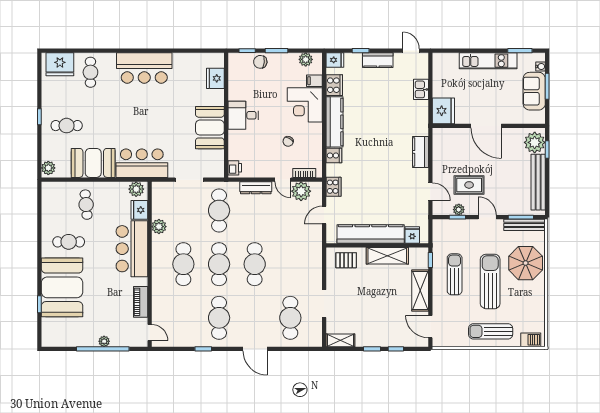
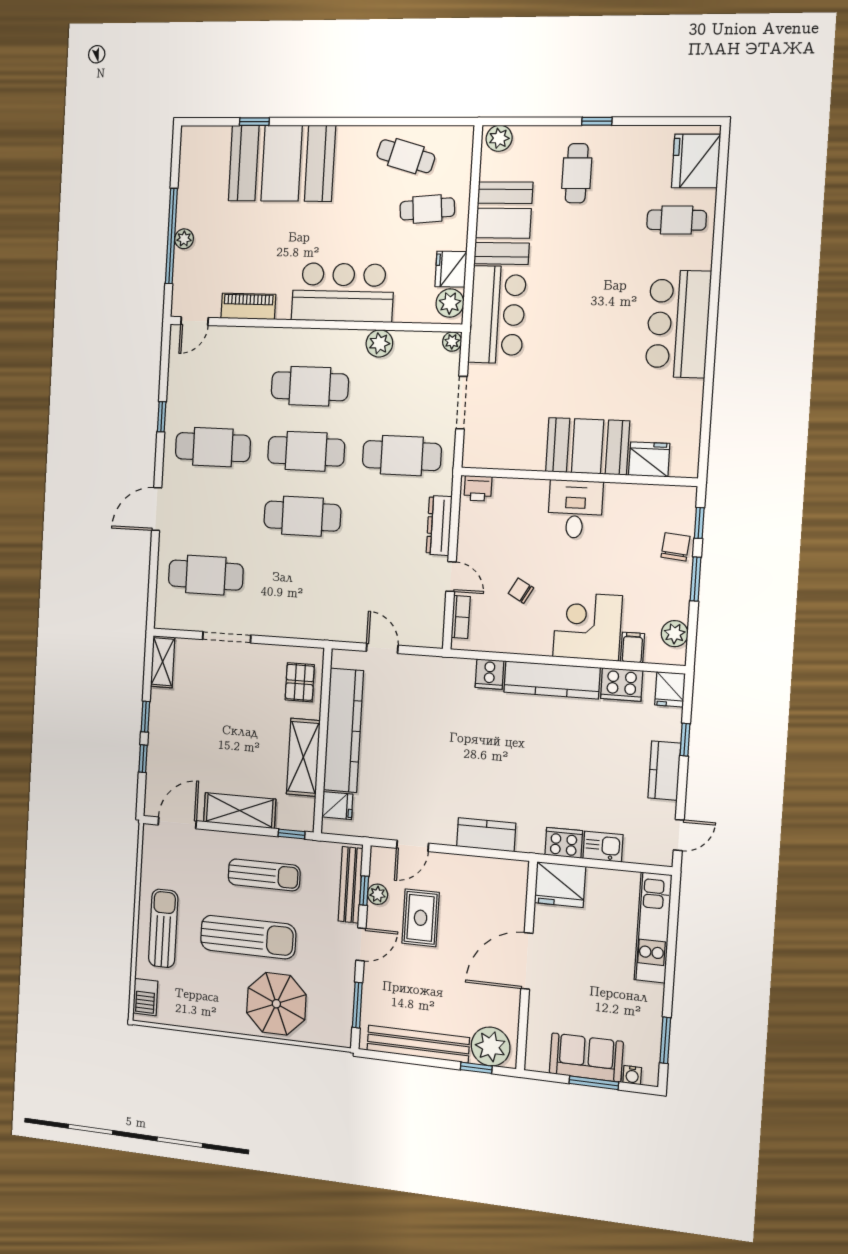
kitchen unit: (488, 61) -> (653, 927), moved
booth: (210, 128) -> (588, 446), moved
door: (283, 180) -> (451, 577), swing flipped
cooker: (334, 187) -> (564, 843), moved, turned 180
plant: (301, 191) -> (452, 342), moved, width x0.53, depth x0.53
fridge: (139, 210) -> (451, 269), moved, turned -90
bench: (525, 225) -> (351, 885), moved
cafe table: (69, 242) -> (406, 156), moved, turned -74

